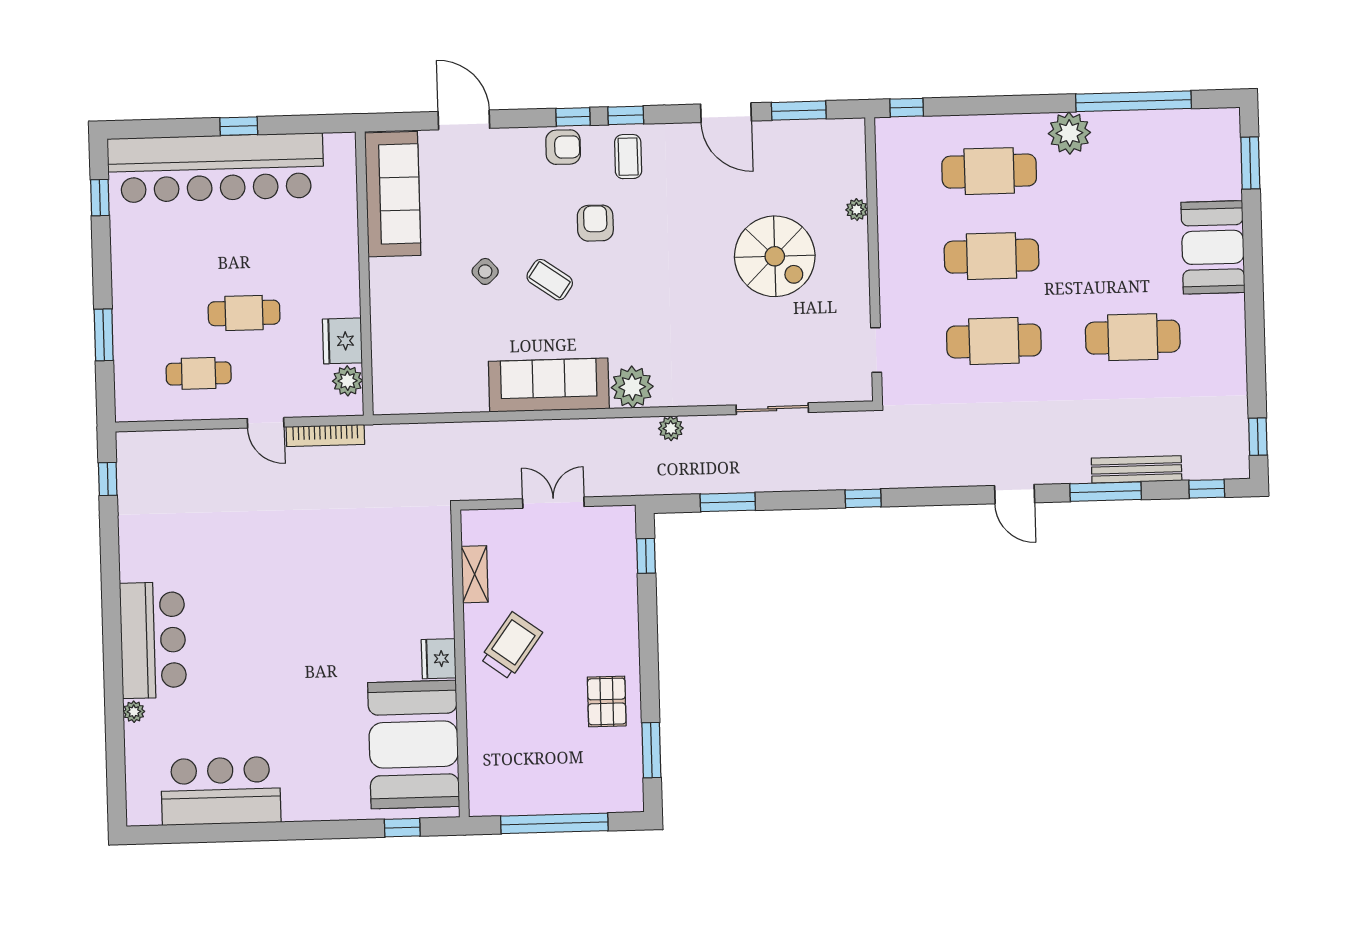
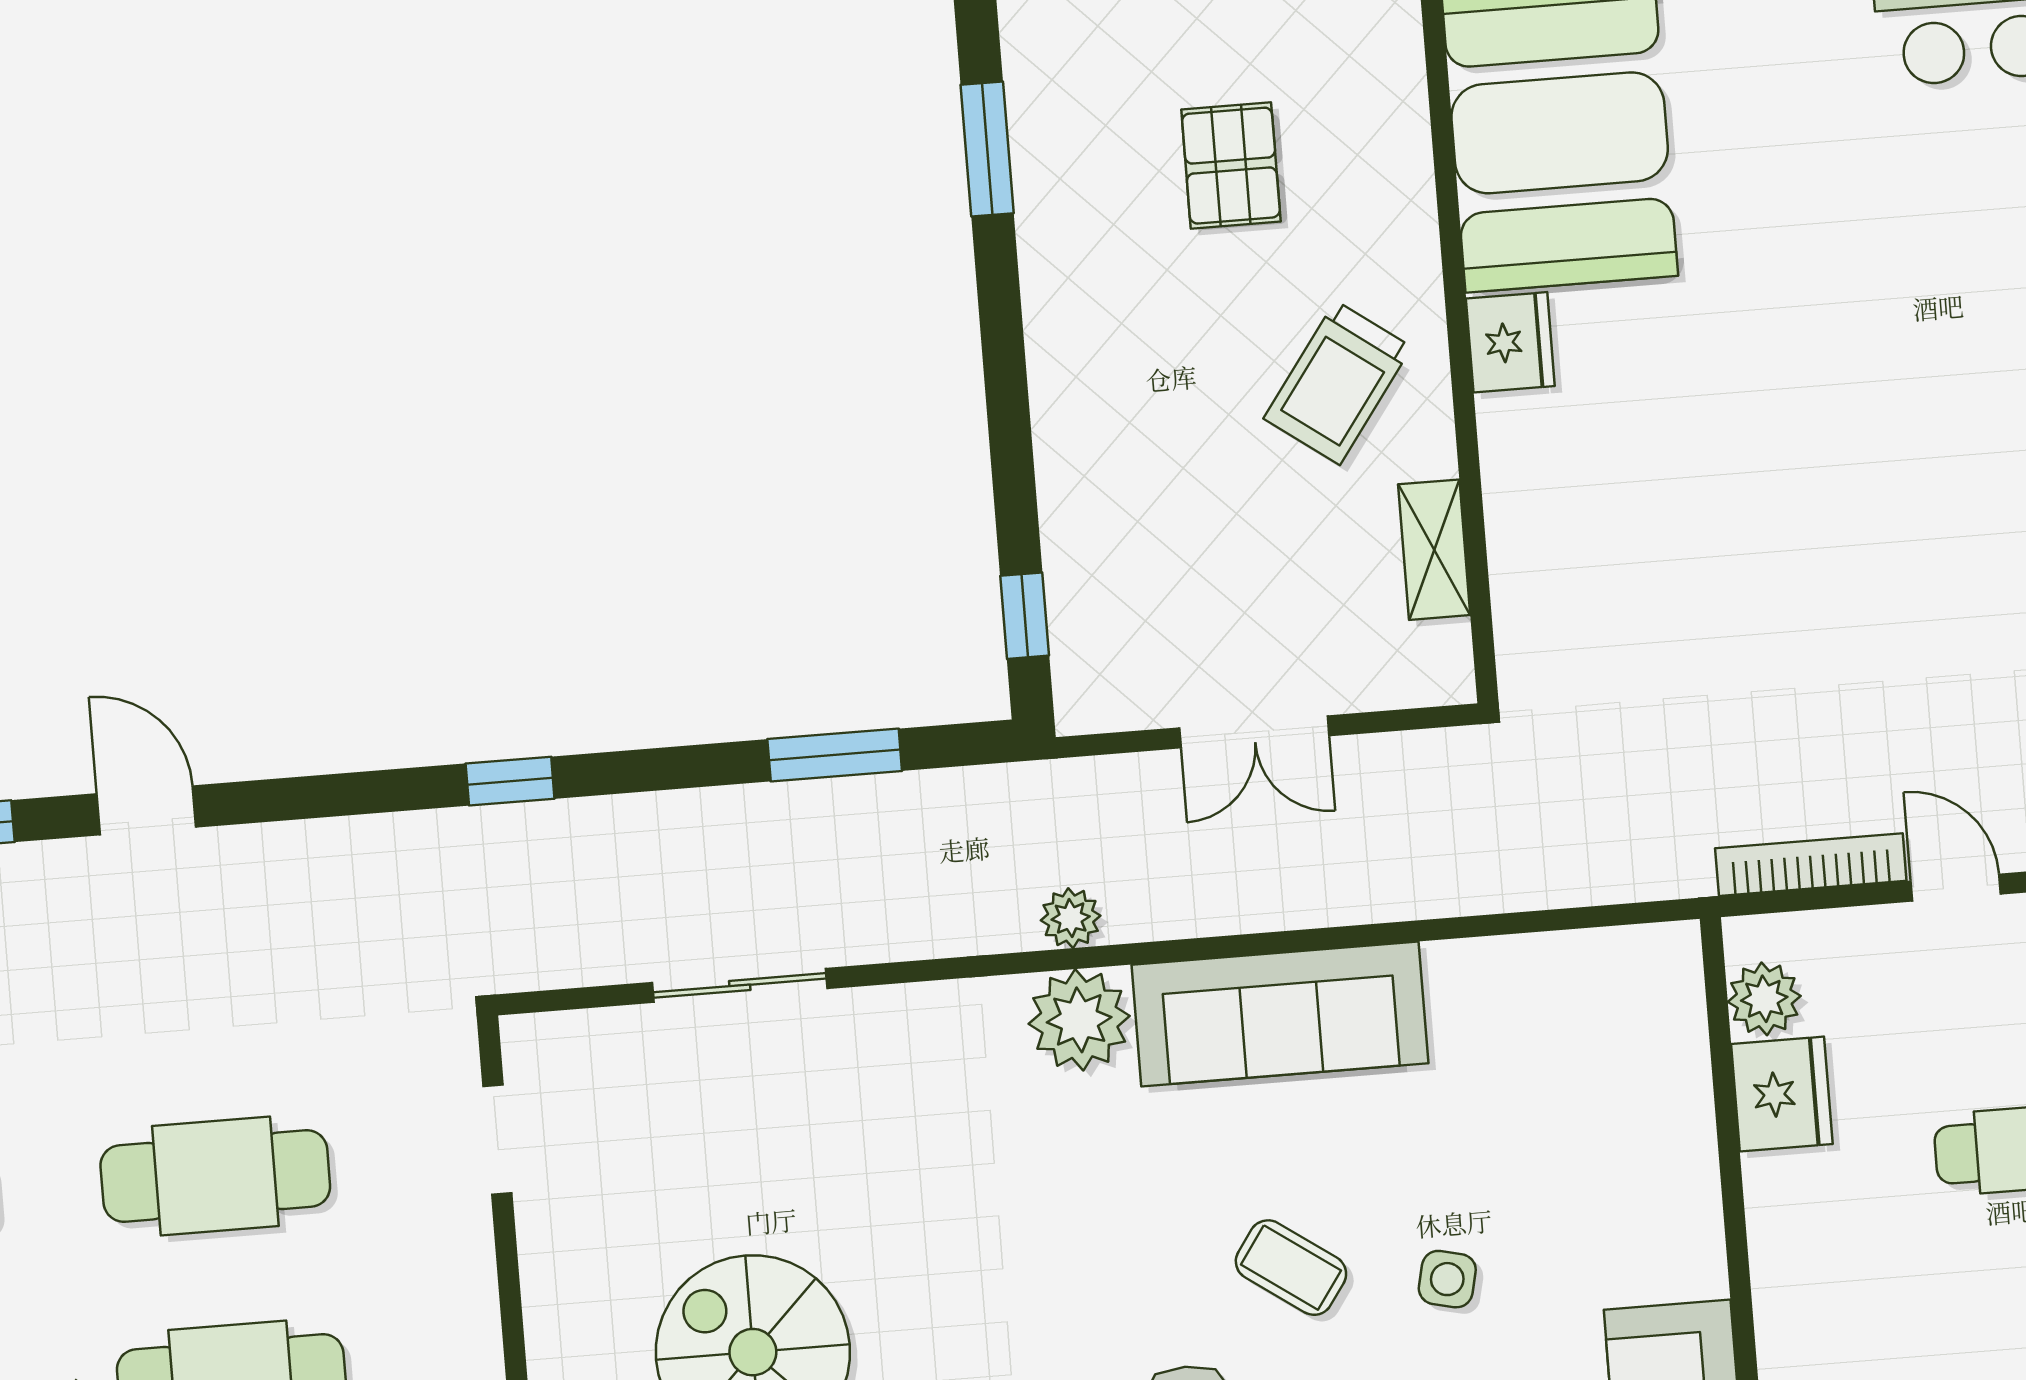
side table: (485, 271) -> (1447, 1279), turned -34
plant: (671, 428) -> (1071, 918), moved
pallet: (607, 701) -> (1231, 166), moved

